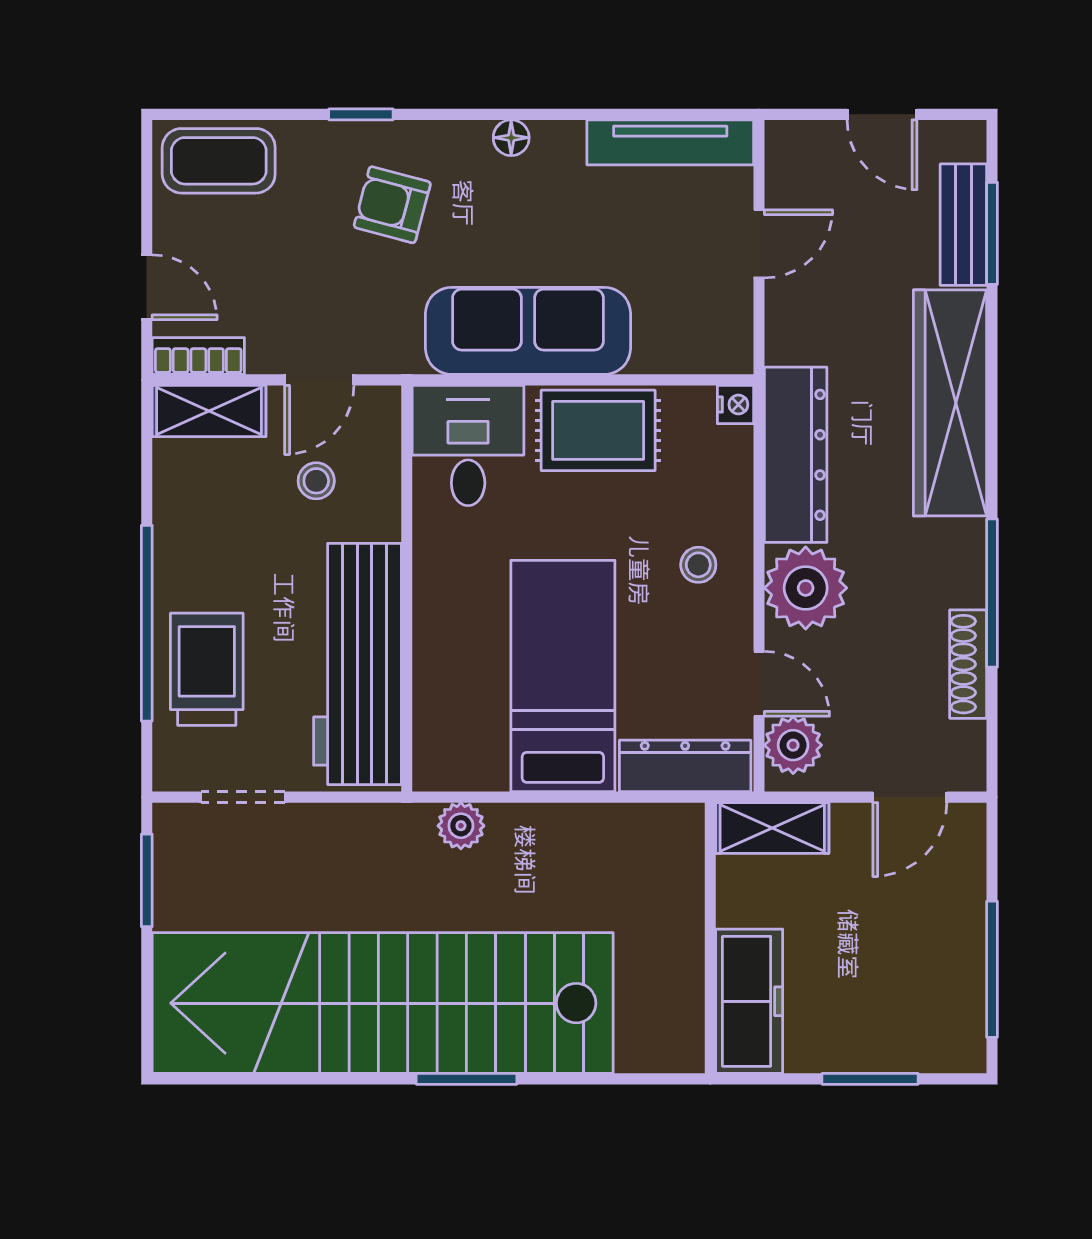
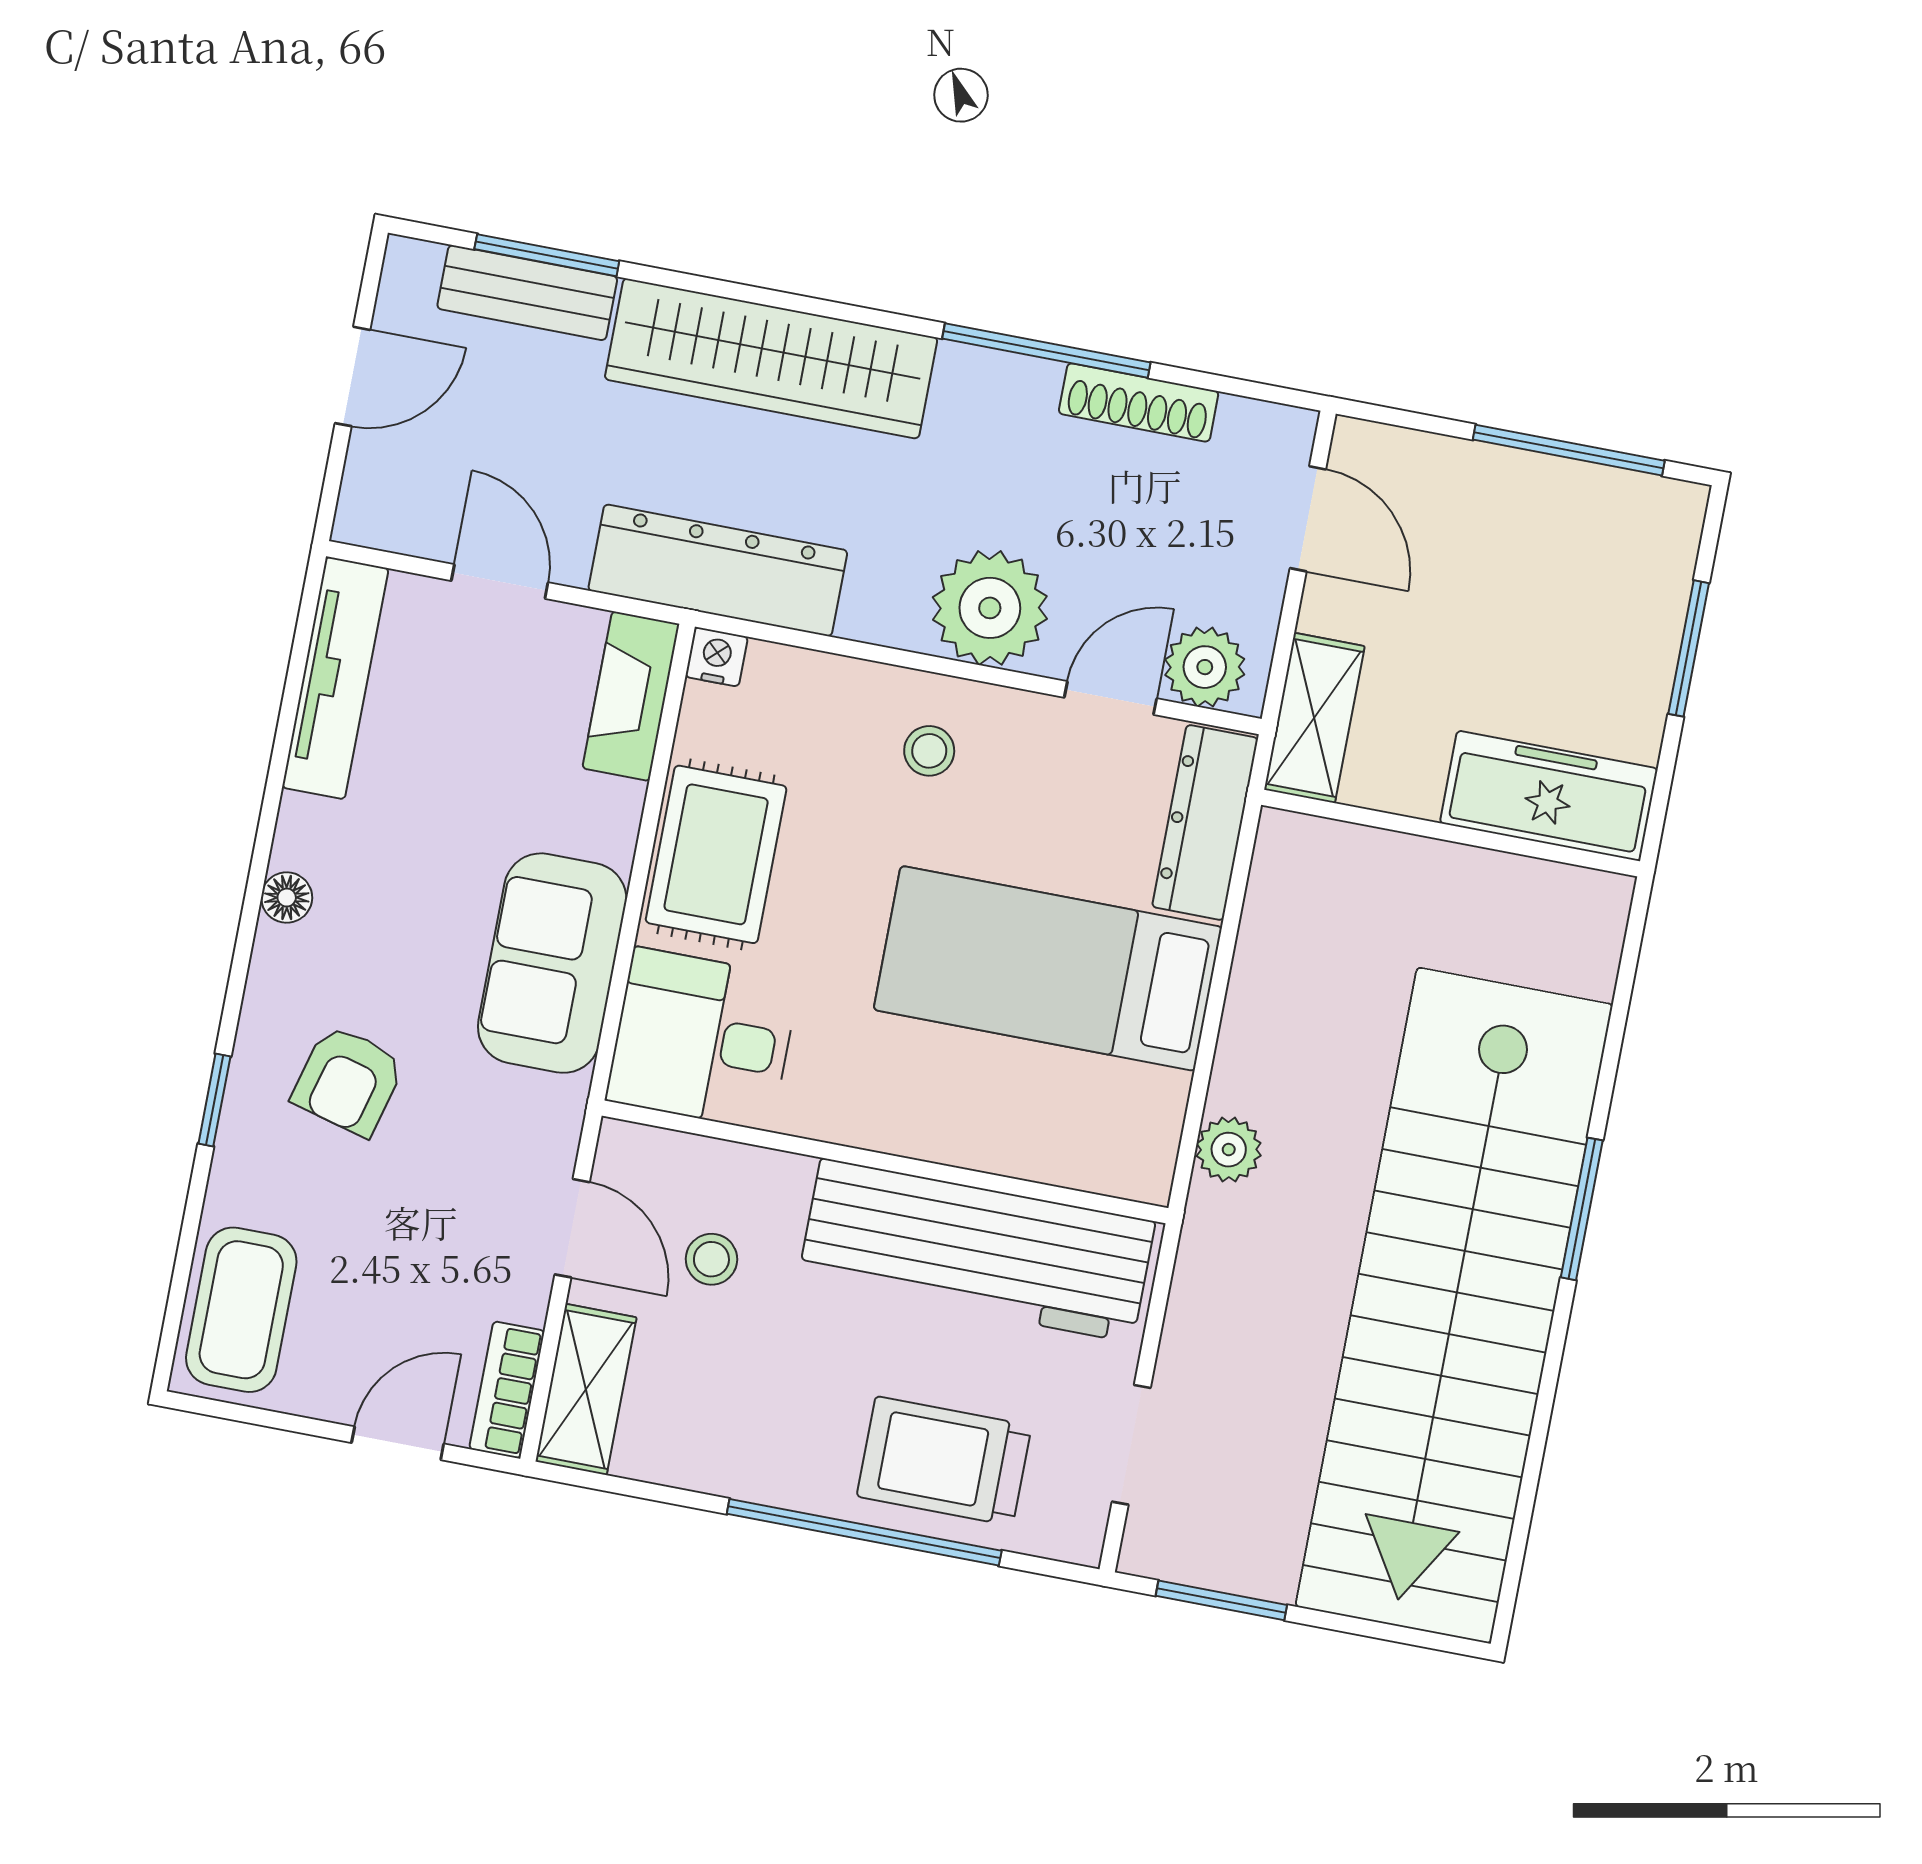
sofa: (528, 331) -> (552, 963), width x0.73
fireplace: (697, 350) -> (631, 696), added
dresser: (796, 455) -> (718, 570), moved

